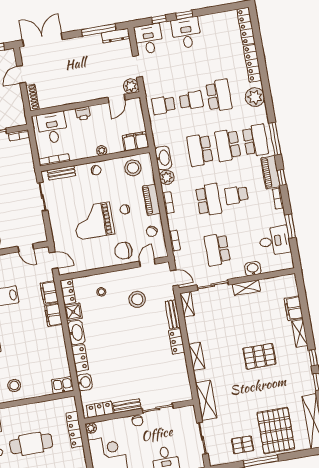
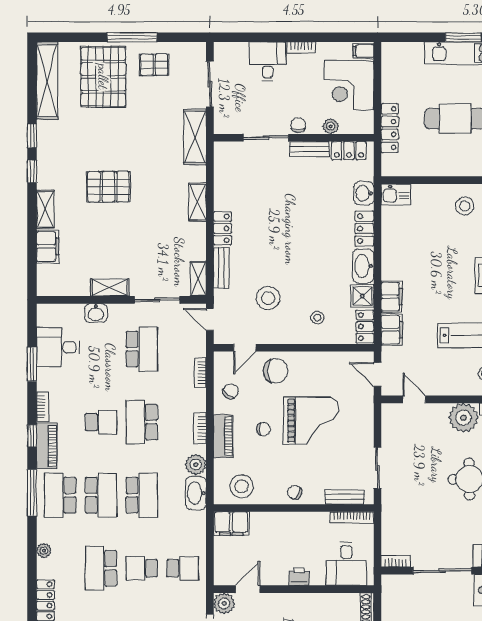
plant: (255, 97) -> (44, 551), width x0.53, depth x0.53
plant: (102, 151) -> (282, 519), removed
plant: (91, 428) -> (331, 126), moved

